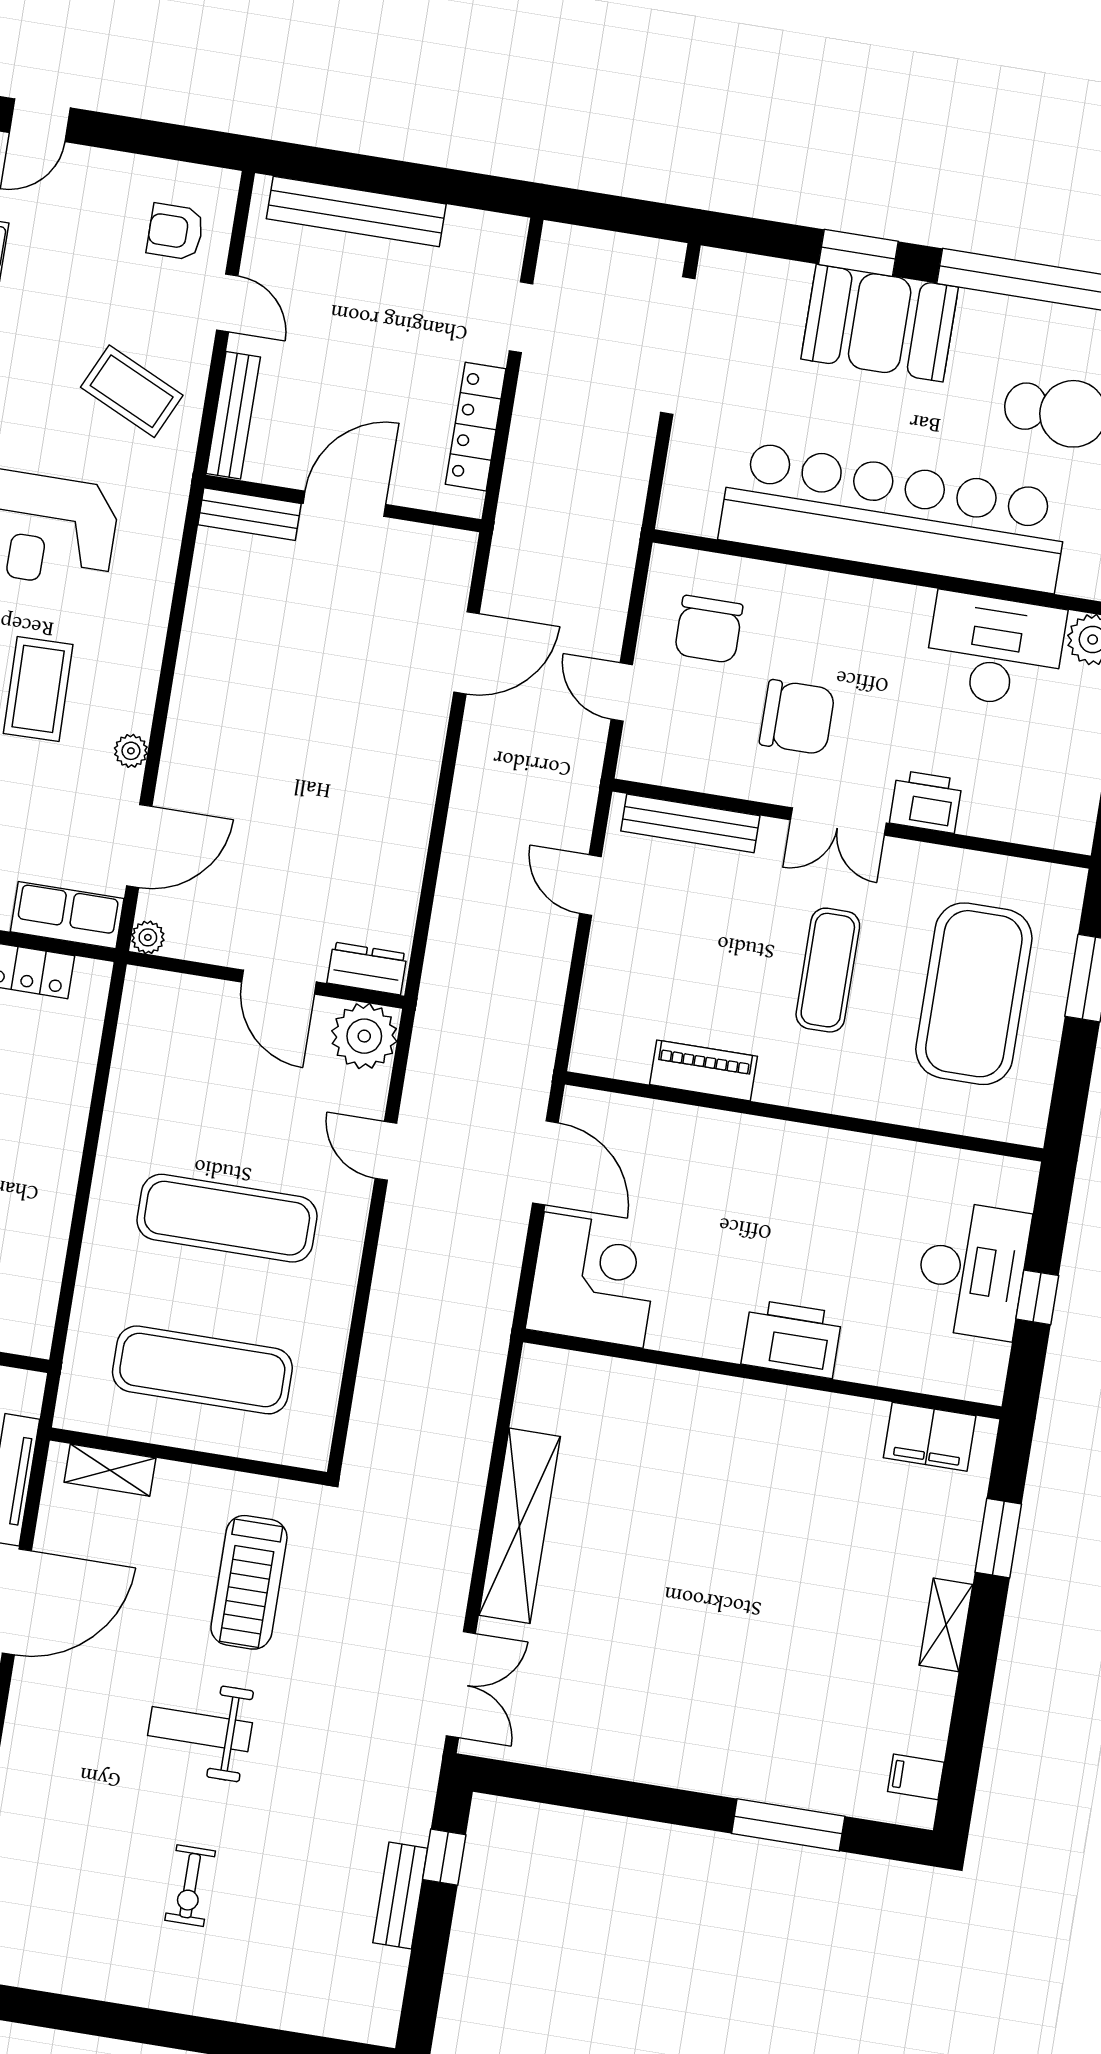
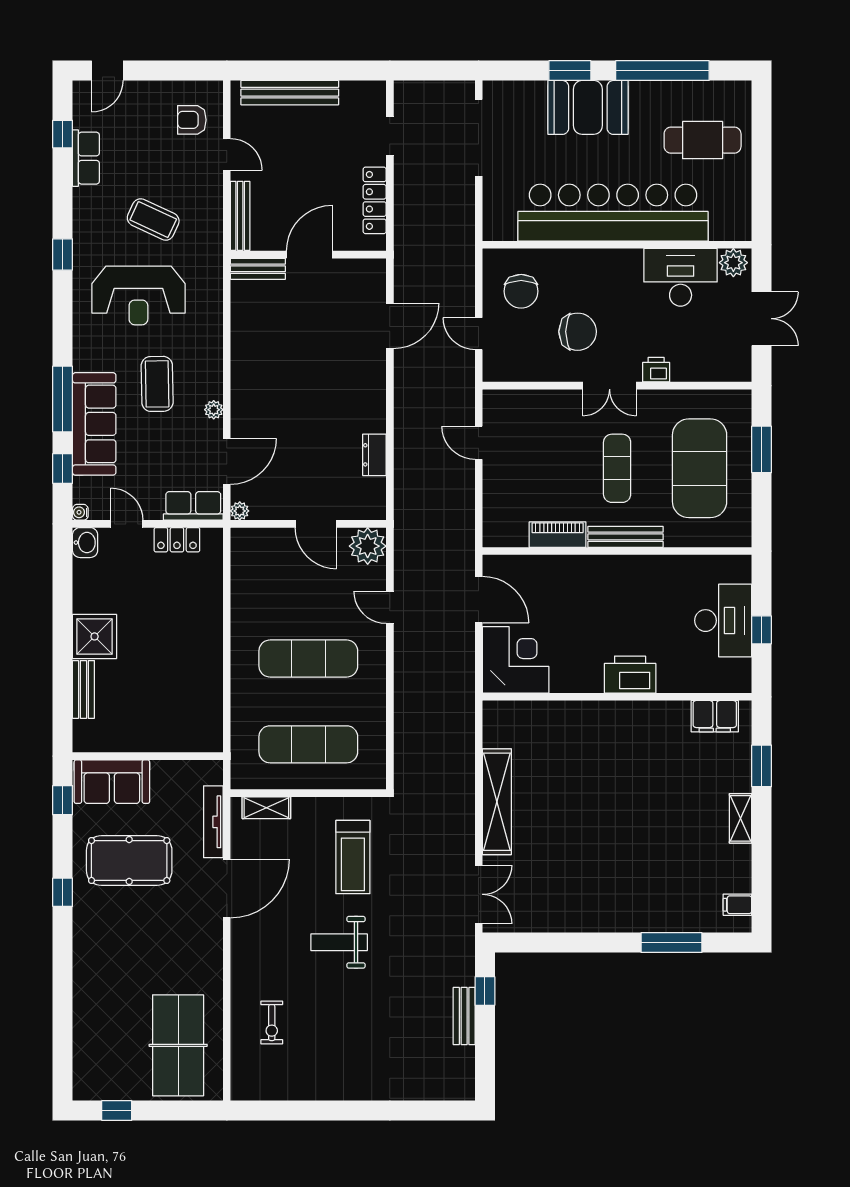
coffee table: (132, 391) -> (153, 219), moved
printer: (926, 801) -> (656, 370), width x0.73, depth x0.81
bench: (690, 823) -> (625, 537), moved
dresser: (367, 968) -> (374, 455), moved, turned -90
exercise bike: (190, 1886) -> (272, 1023), moved

